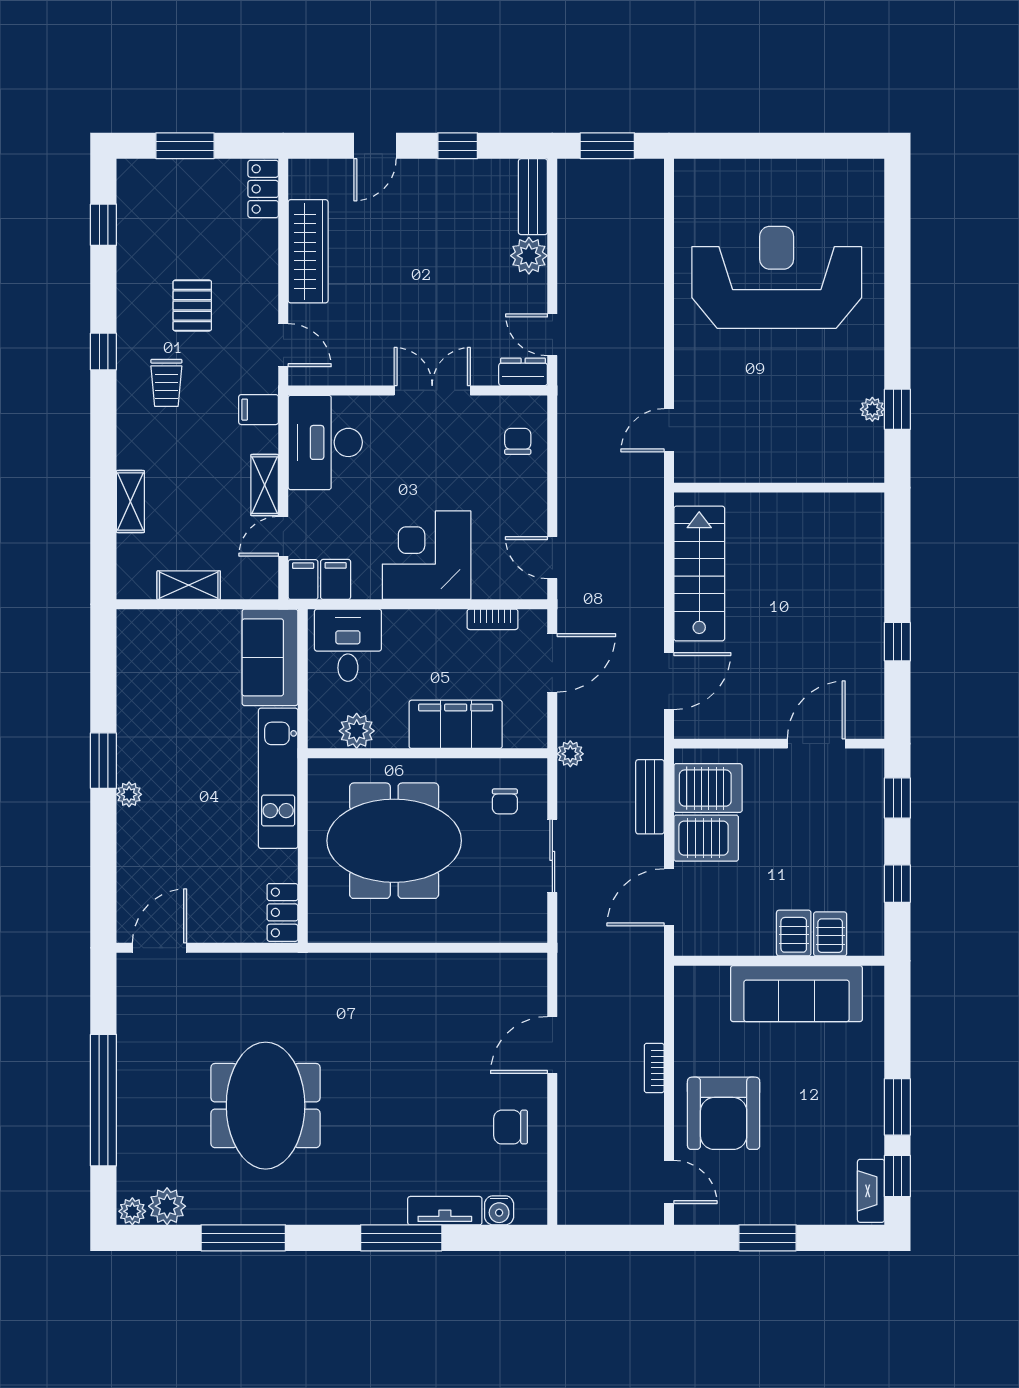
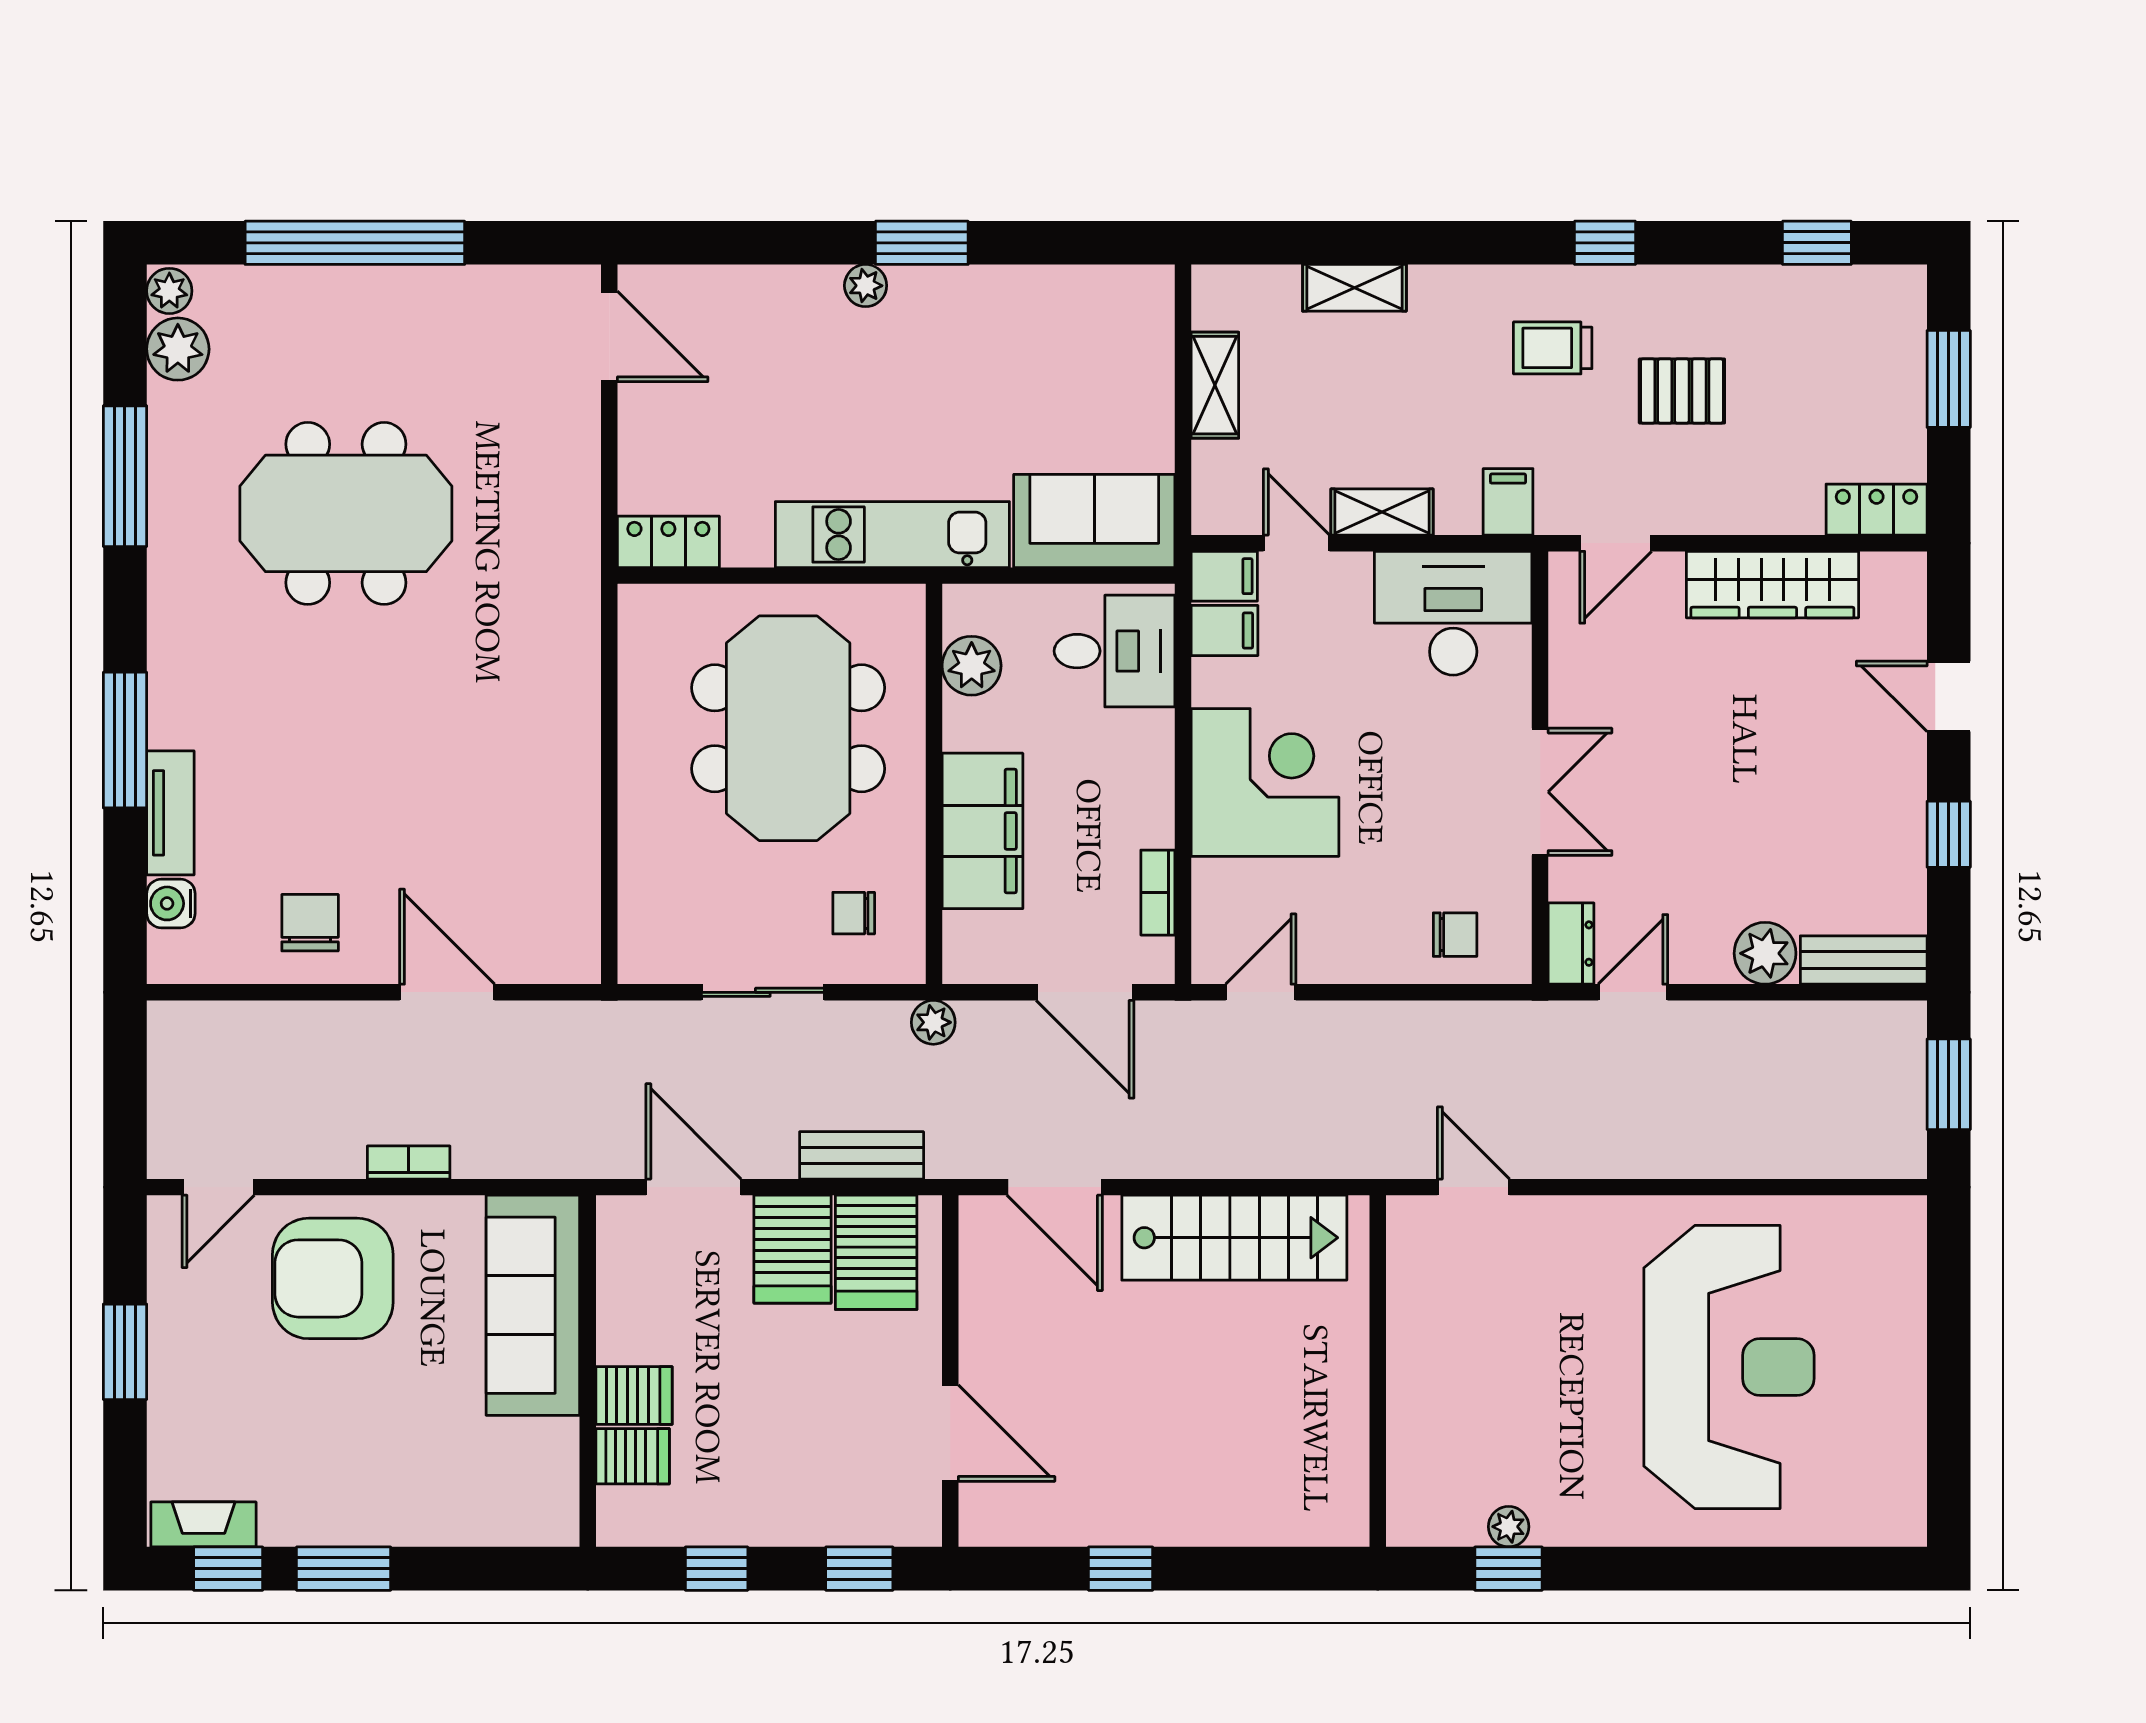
sofa: (796, 994) -> (533, 1305), moved

